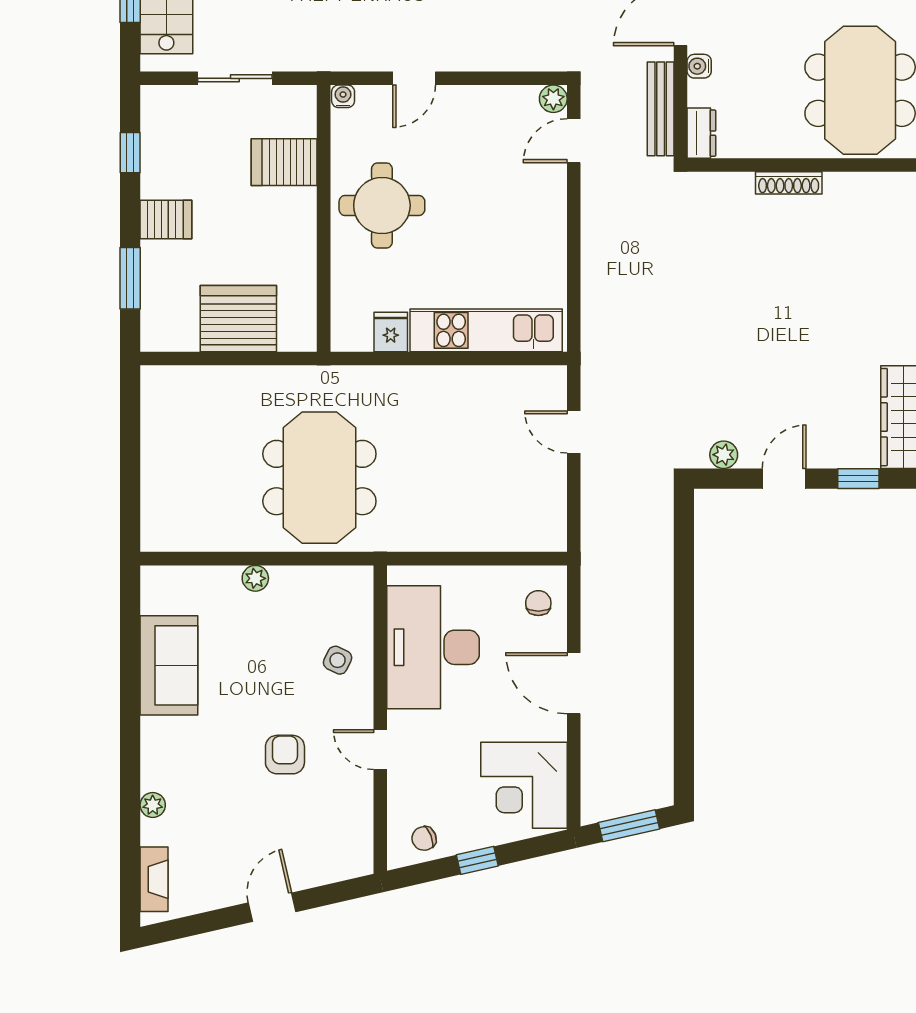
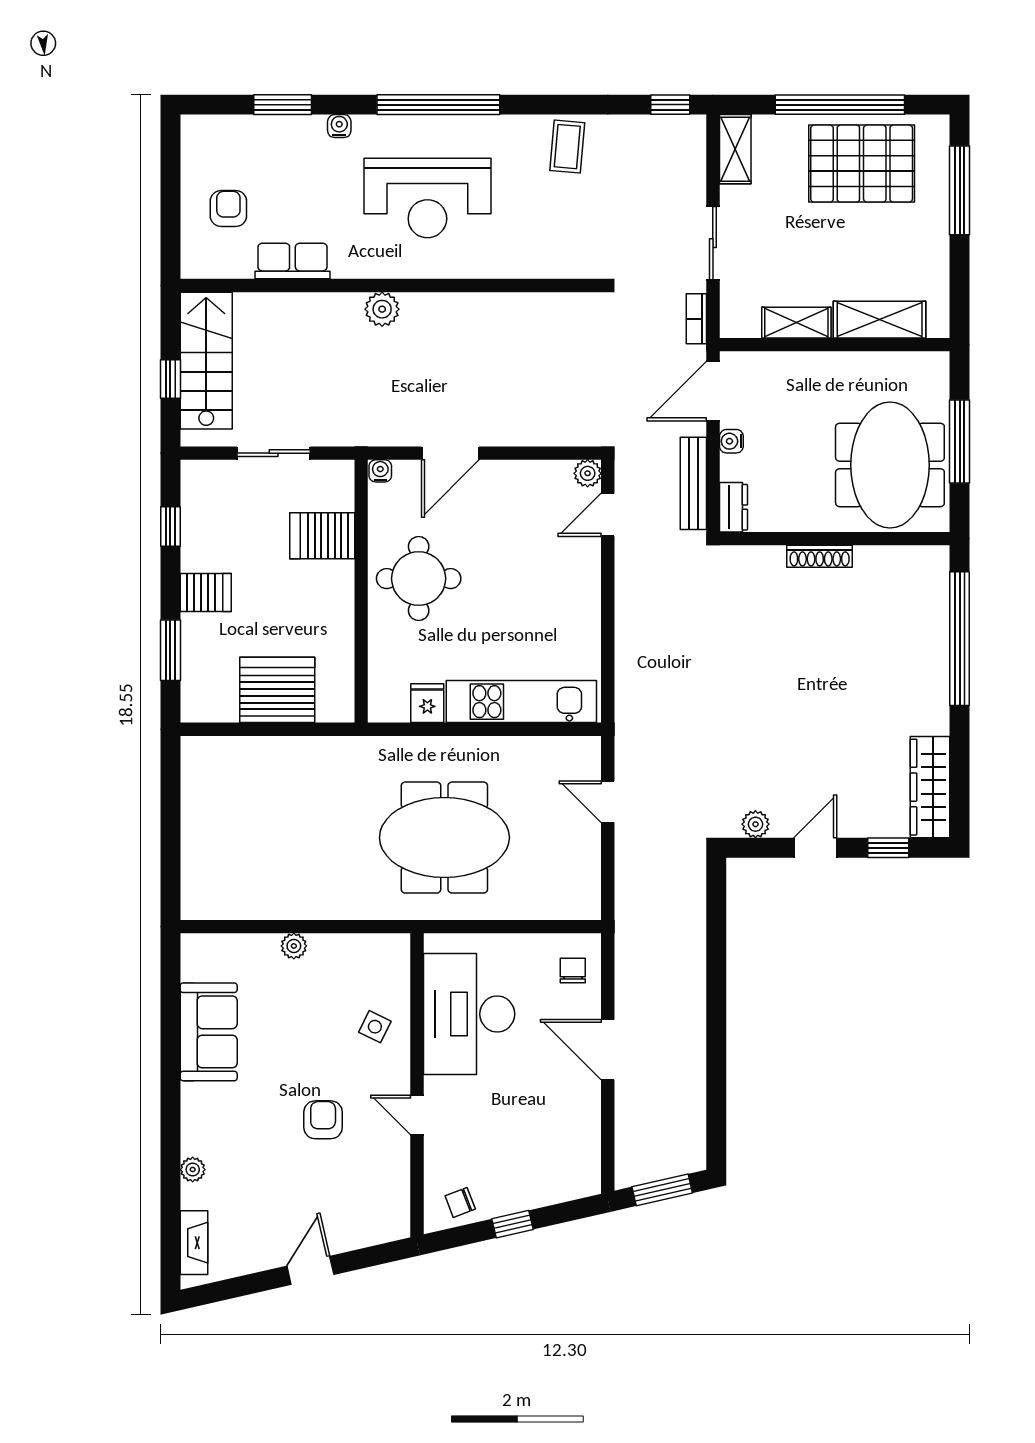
door: (414, 78) -> (450, 453), width x1.37
meeting table: (319, 478) -> (444, 838), moved, turned 90
corner desk: (524, 785) -> (559, 1150), removed

